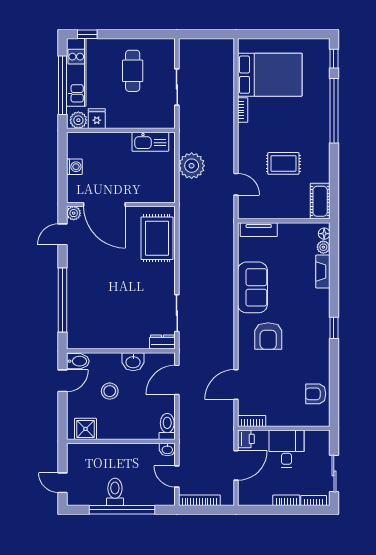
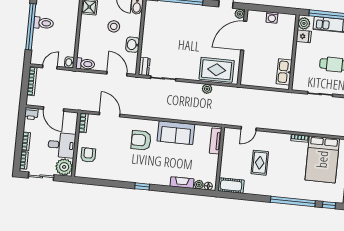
plant: (192, 166) -> (207, 89), moved, width x0.53, depth x0.53
armchair: (316, 394) -> (88, 155), moved
printer: (246, 439) -> (31, 114), moved
plant: (317, 442) -> (64, 167), added

